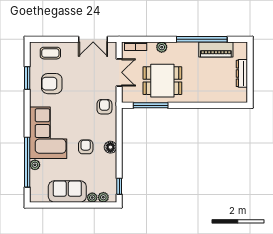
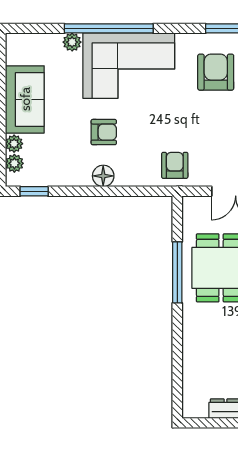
window: (151, 105) -> (177, 272), moved
armchair: (104, 107) -> (175, 165), turned -90
window: (27, 162) -> (109, 28), moved

